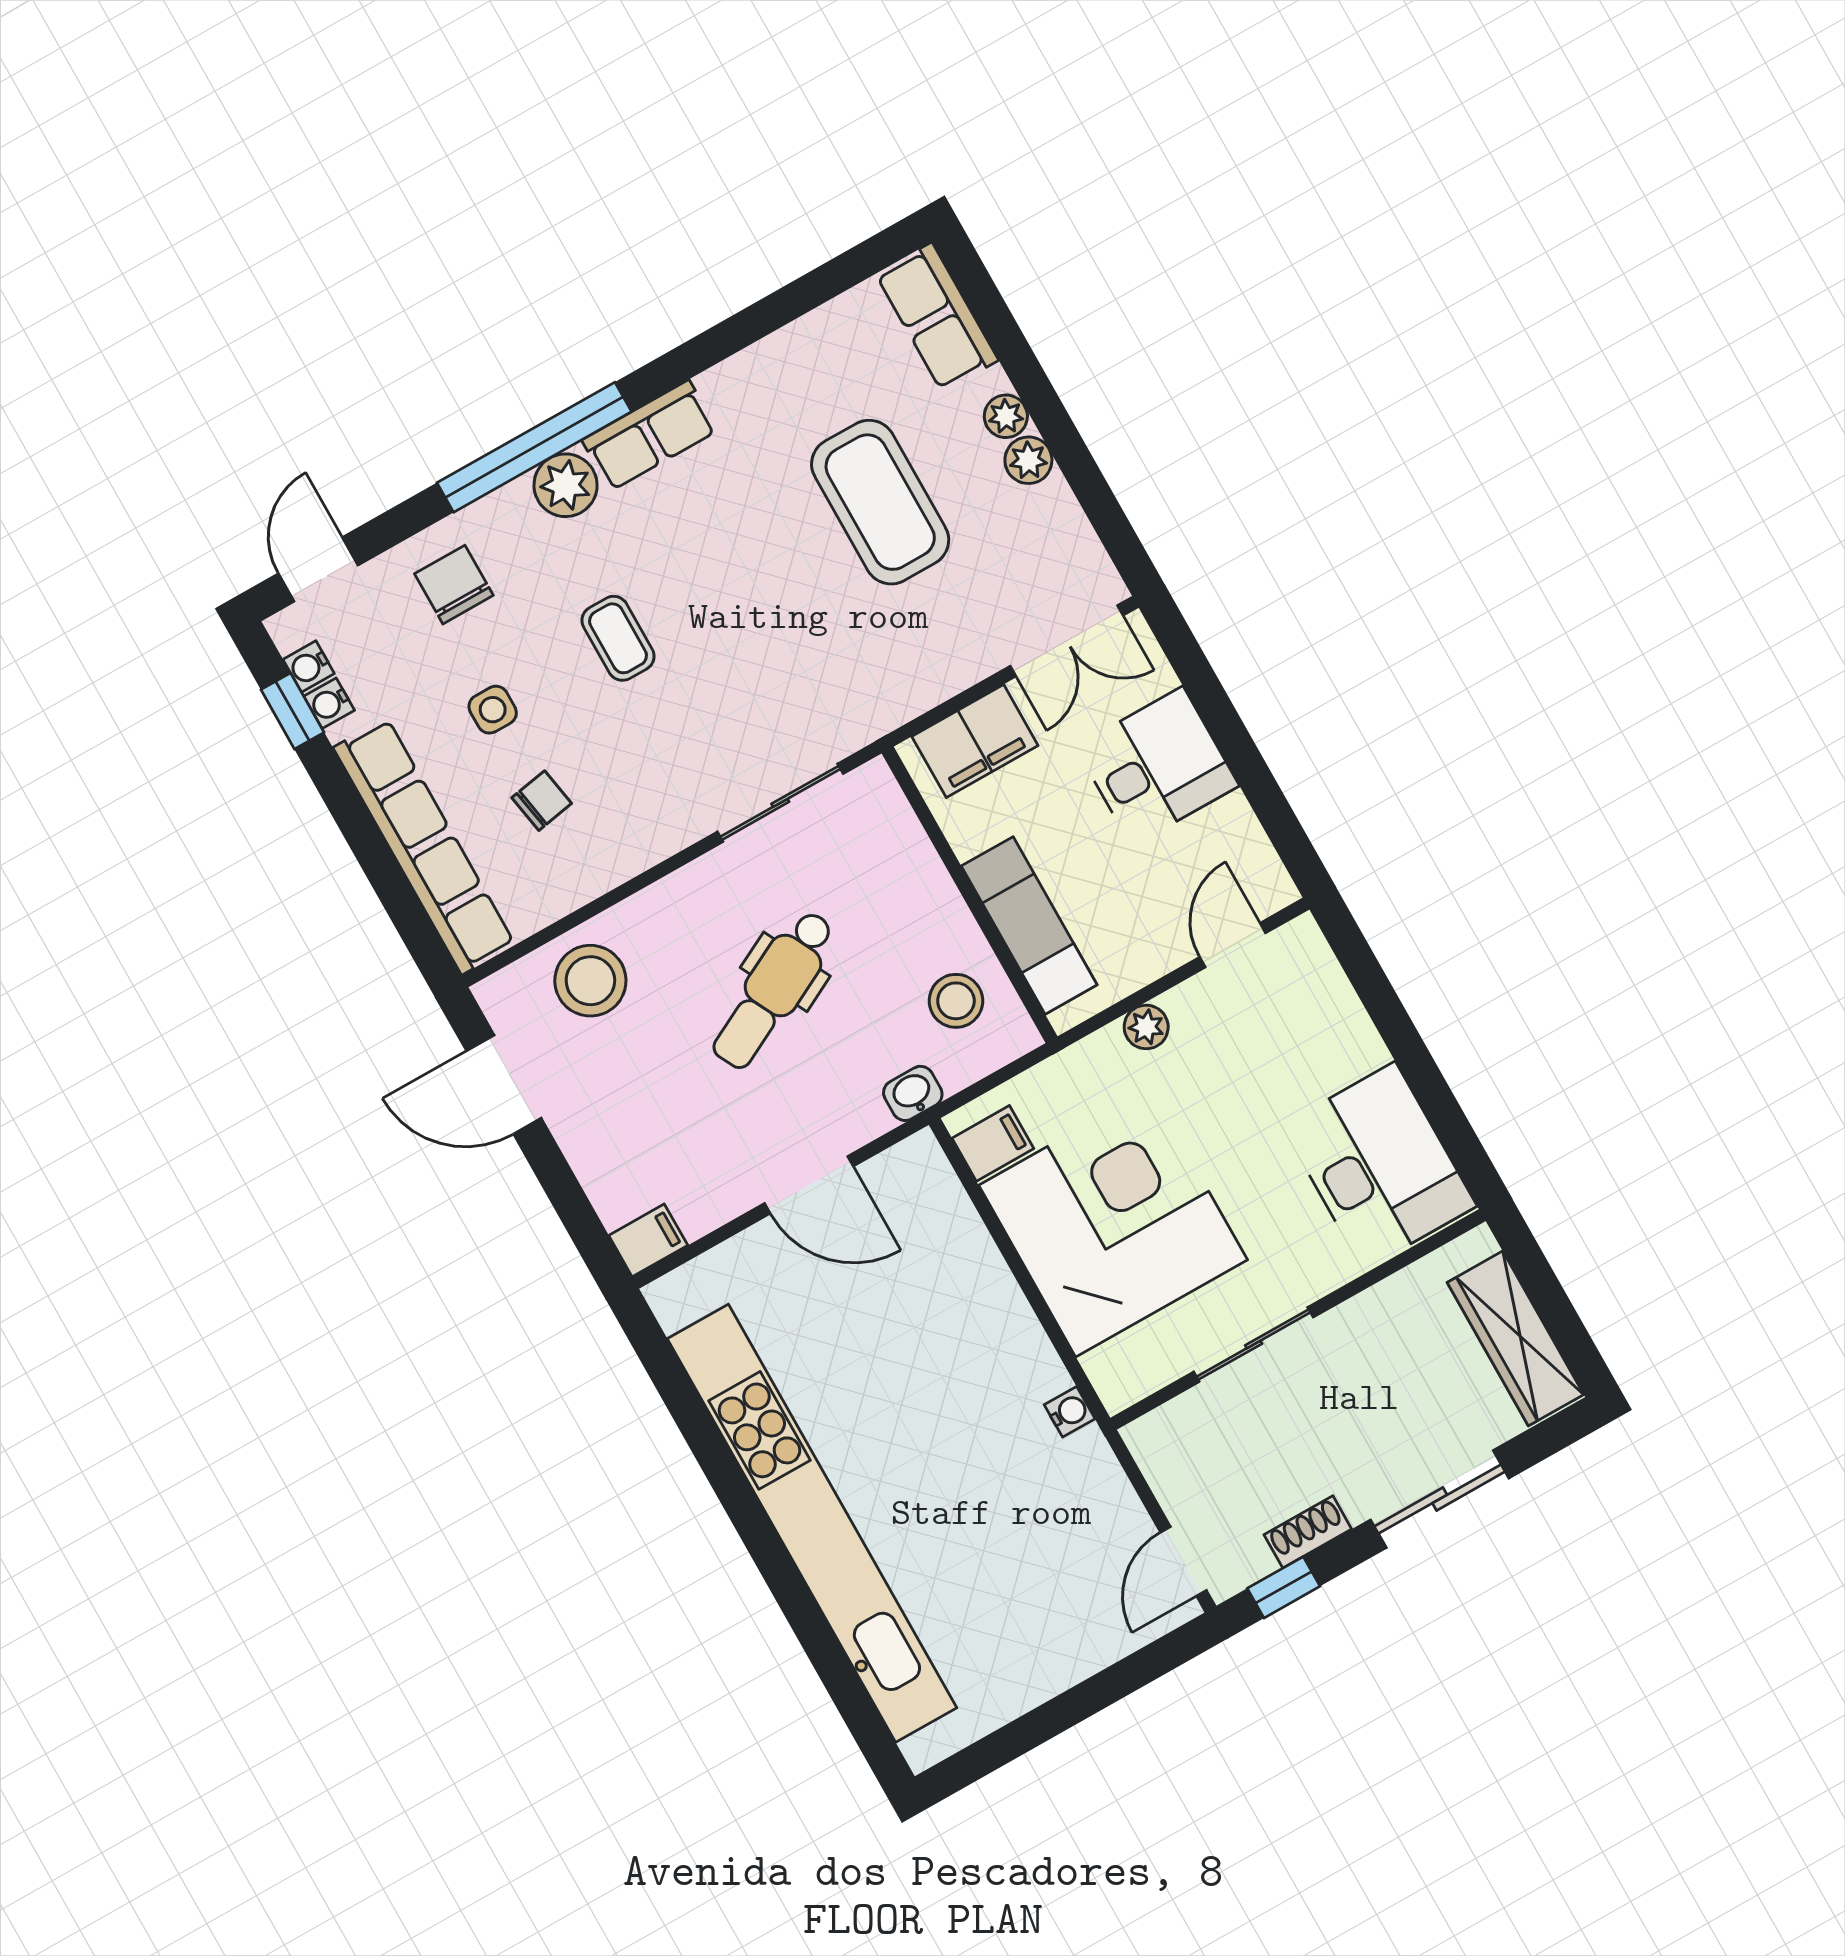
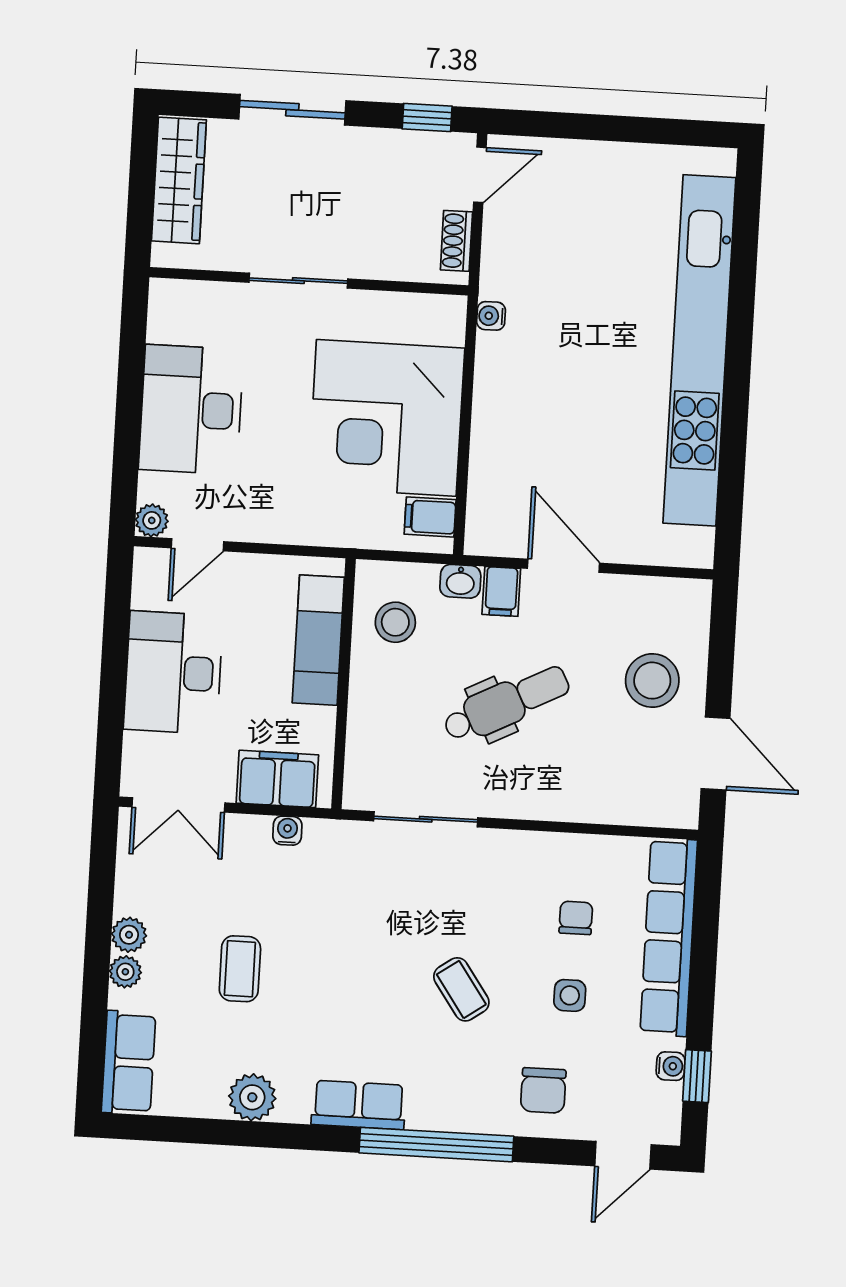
plant: (566, 485) -> (252, 1097), moved
coffee table: (880, 502) -> (240, 969), width x0.54, depth x0.58
coffee table: (618, 638) -> (461, 989), turned -35
double door: (1067, 641) -> (178, 805), swing flipped
water cooler: (309, 666) -> (287, 831), moved, turned -90
desk: (1157, 766) -> (173, 673), width x1.37
chair: (542, 801) -> (576, 918), turned 100
stool: (590, 981) -> (652, 681), moved
plant: (1146, 1027) -> (152, 520), moved
desk: (1379, 1166) -> (191, 410), moved
filing cabinet: (648, 1240) -> (501, 591), moved, turned -90
sliding door: (1254, 1345) -> (298, 281), moved
shoe rack: (1308, 1532) -> (456, 241), moved, turned 90

